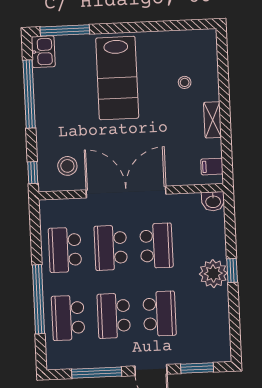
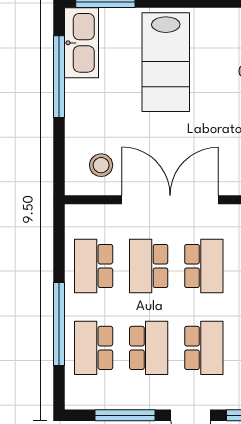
kitchen sink: (43, 52) -> (81, 43), width x1.87, depth x1.24
window: (33, 173) -> (59, 171), removed
school desk: (114, 316) -> (149, 348), turned 180

